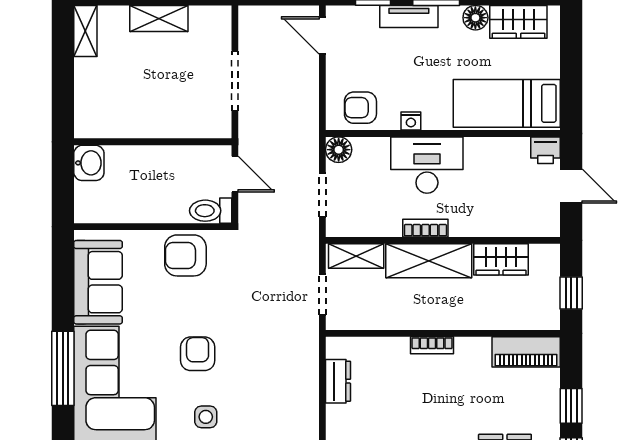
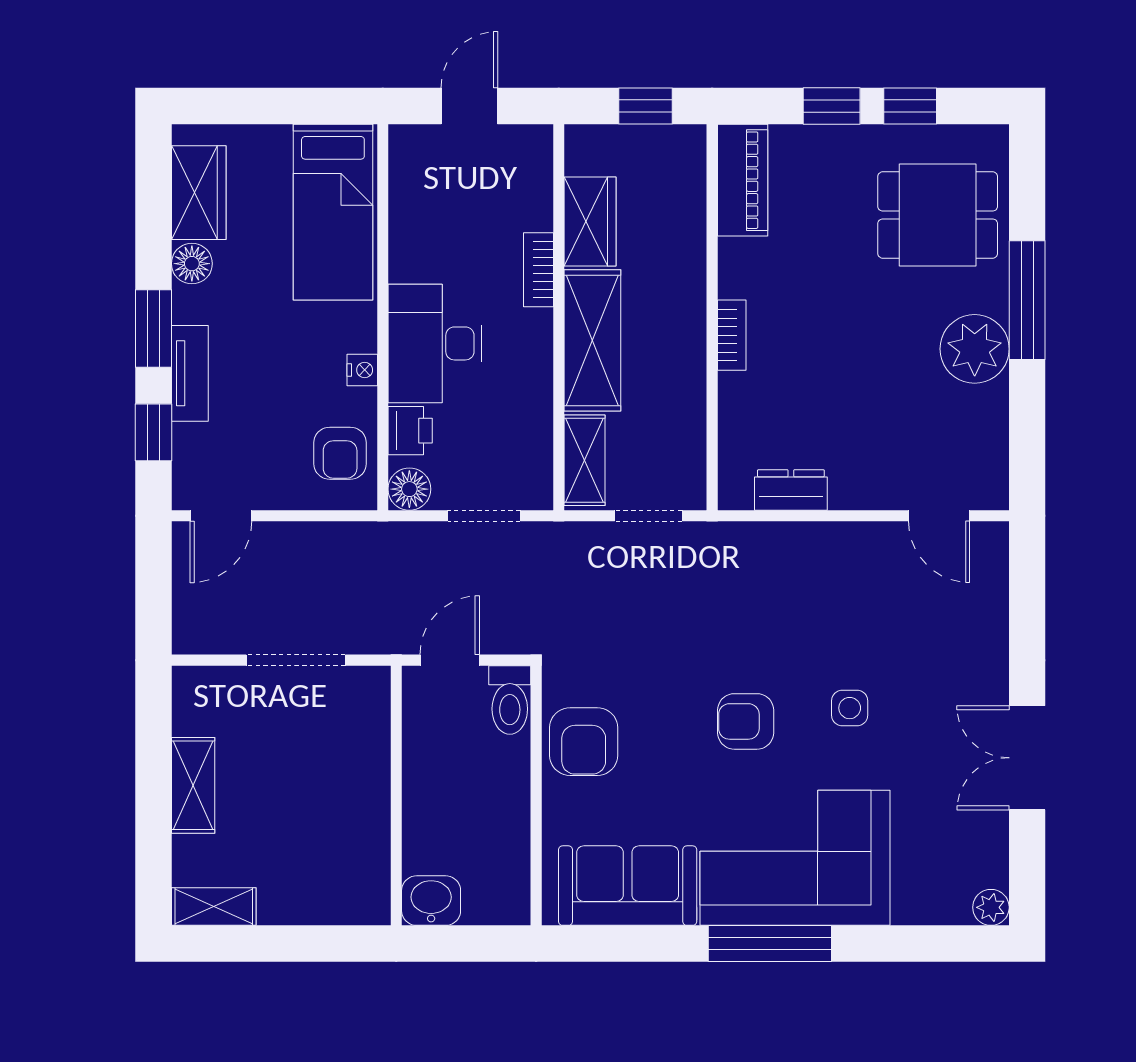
printer: (545, 150) -> (410, 431), moved
bookcase: (425, 228) -> (538, 270), moved

